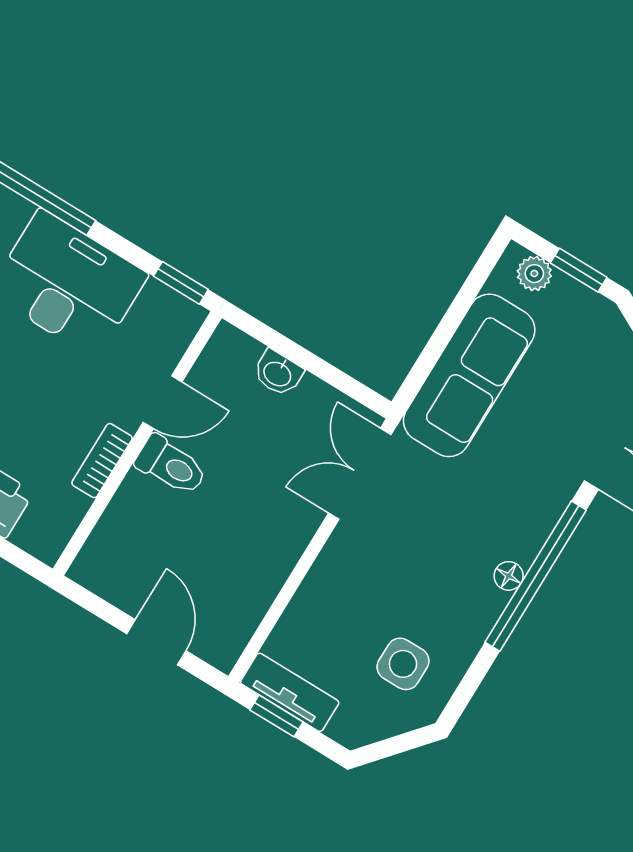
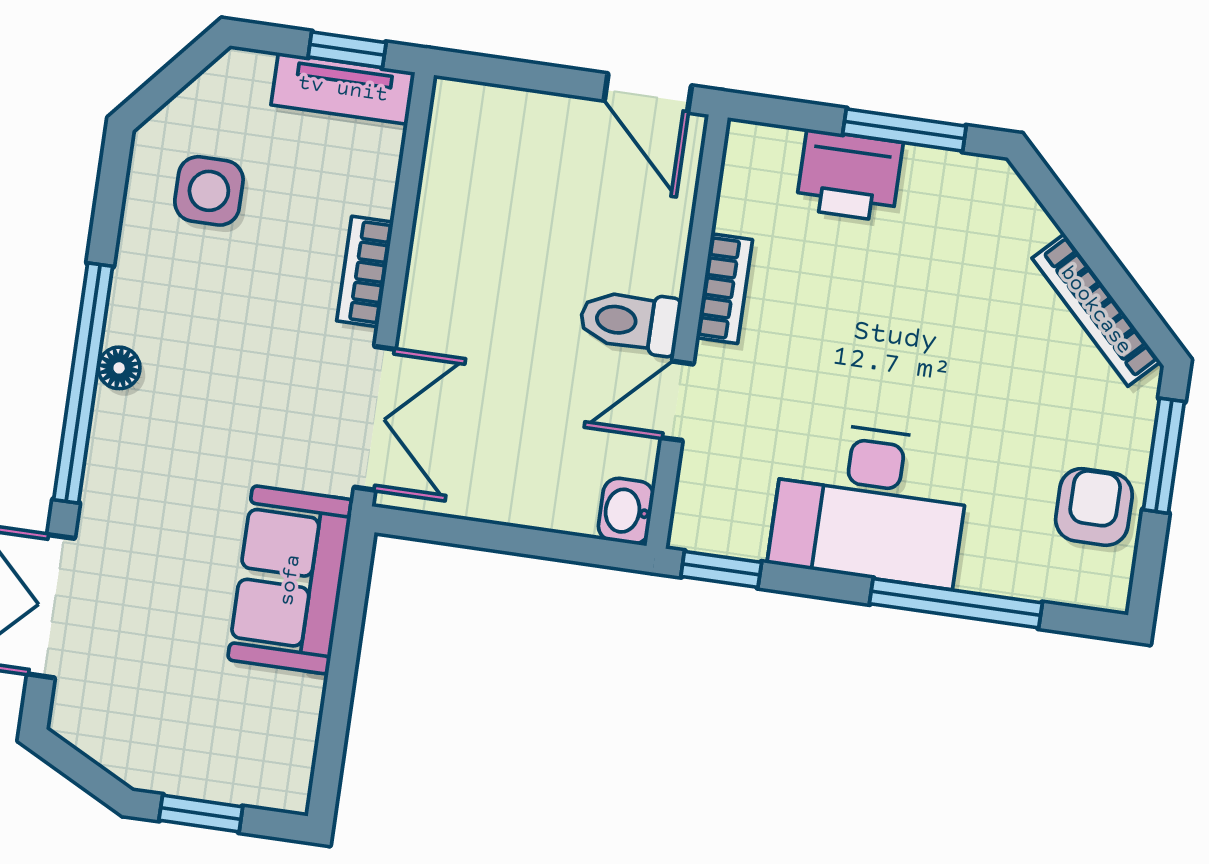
plant: (534, 274) -> (258, 784), removed
washbasin: (278, 373) -> (626, 511), moved, turned -90
sofa: (469, 375) -> (290, 580), width x0.73
bookcase: (326, 570) -> (365, 271), added
door: (156, 642) -> (648, 93), moved

